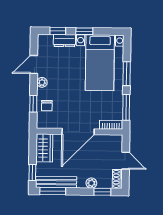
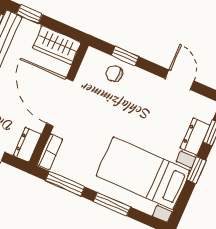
plant: (42, 82) -> (150, 81), removed
dresser: (112, 140) -> (27, 145), added

